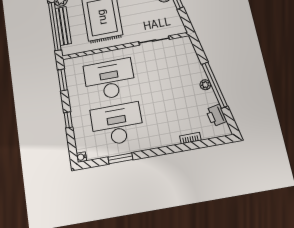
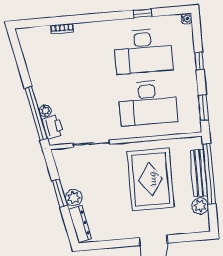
plant: (205, 85) -> (45, 111), moved
window: (215, 85) -> (36, 114), moved
printer: (216, 115) -> (53, 127), moved
window: (120, 158) -> (143, 13), width x0.67

